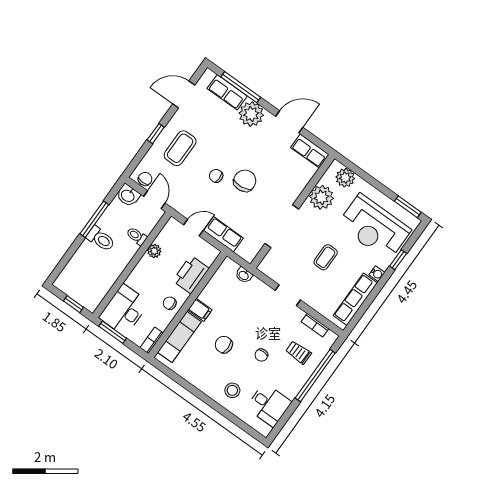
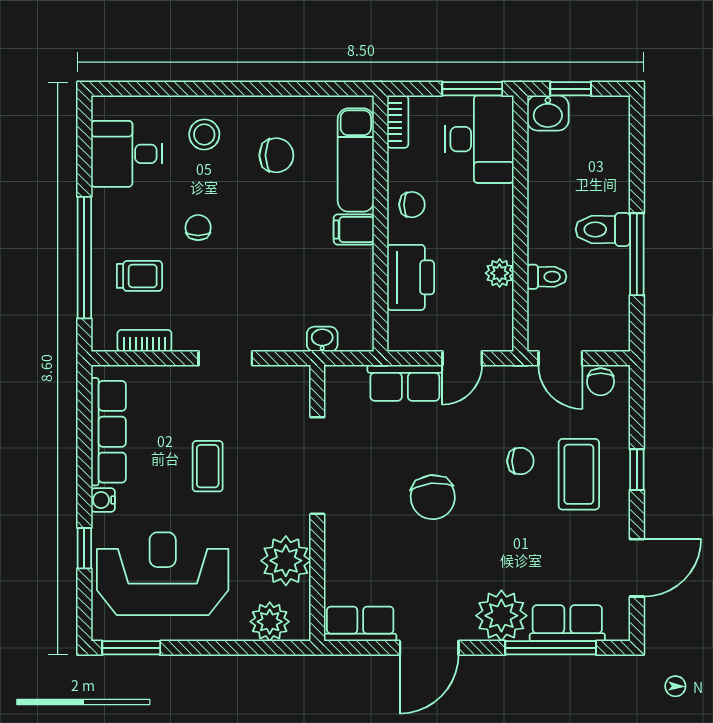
chair: (216, 176) -> (520, 461), moved
washbasin: (128, 195) -> (548, 113), moved, turned 180
chair: (224, 345) -> (276, 155), moved

